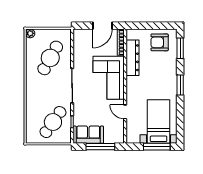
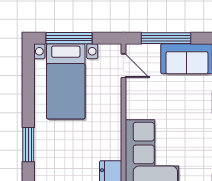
door: (125, 112) -> (123, 66), moved

